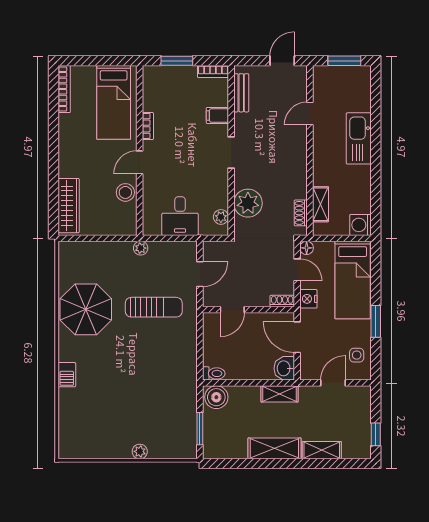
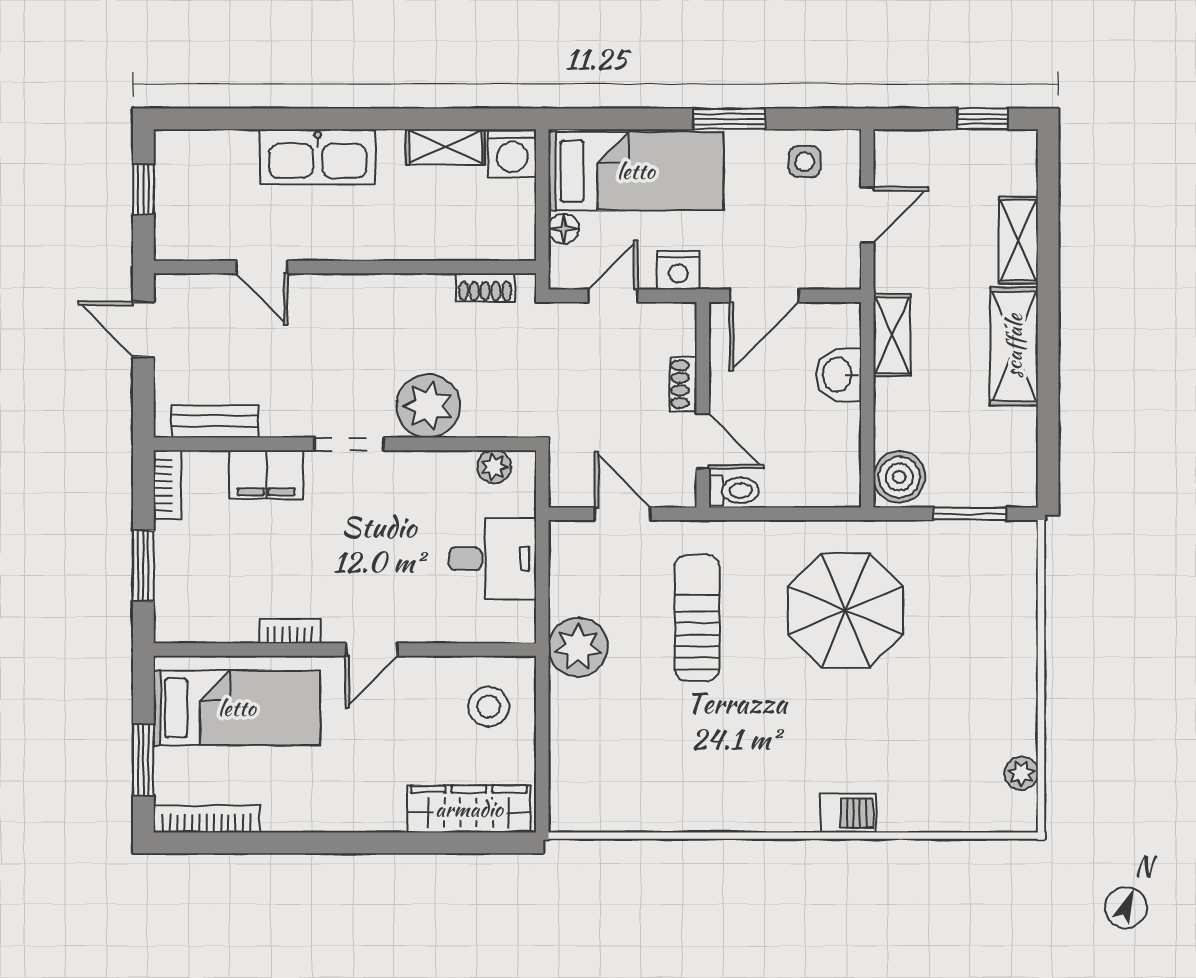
window: (90, 61) -> (143, 760), added
window: (344, 61) -> (143, 189), width x0.67
filing cabinet: (217, 115) -> (266, 475), width x2.00
door: (140, 162) -> (372, 650), hinge flipped
stool: (125, 192) -> (489, 707), moved
plant: (248, 203) -> (428, 406), moved
shelving: (320, 204) -> (445, 147), moved
plant: (141, 248) -> (578, 647), width x1.88, depth x1.88
floor lamp: (307, 248) -> (564, 229), moved
shoe rack: (282, 301) -> (683, 384), moved
parasol: (86, 309) -> (845, 610), moved
washbasin: (284, 368) -> (838, 375), moved, turned 90
toilet: (214, 373) -> (734, 490), moved, turned 90
door: (333, 383) -> (867, 215), swing flipped
plant: (140, 451) -> (1021, 773), moved

